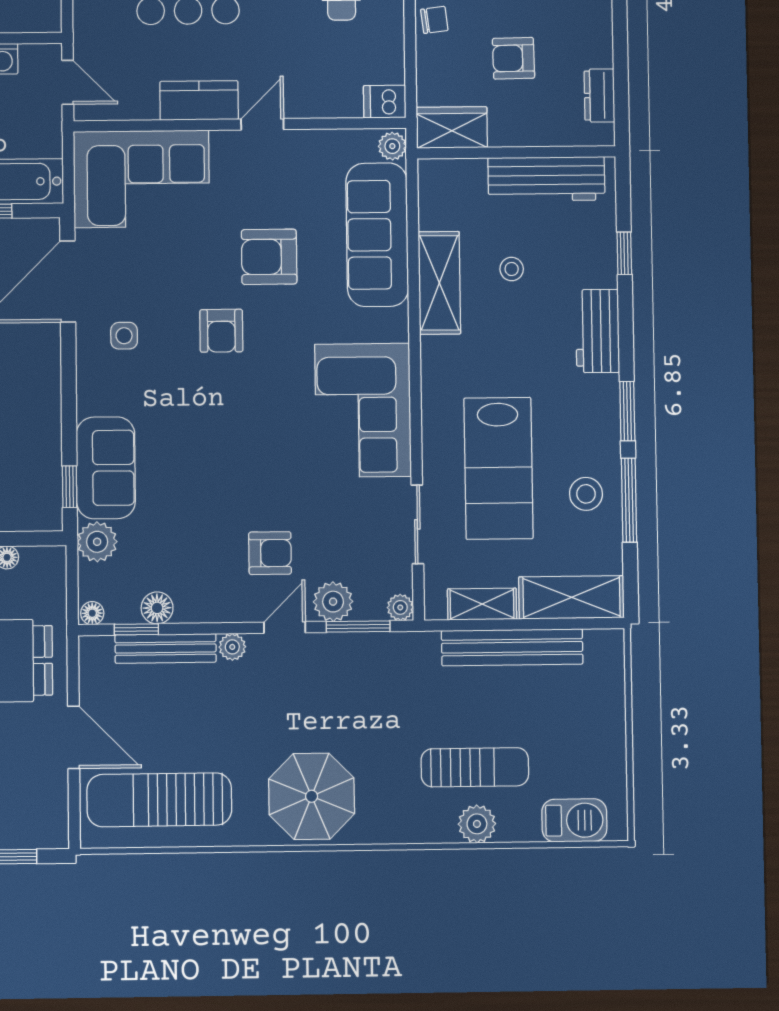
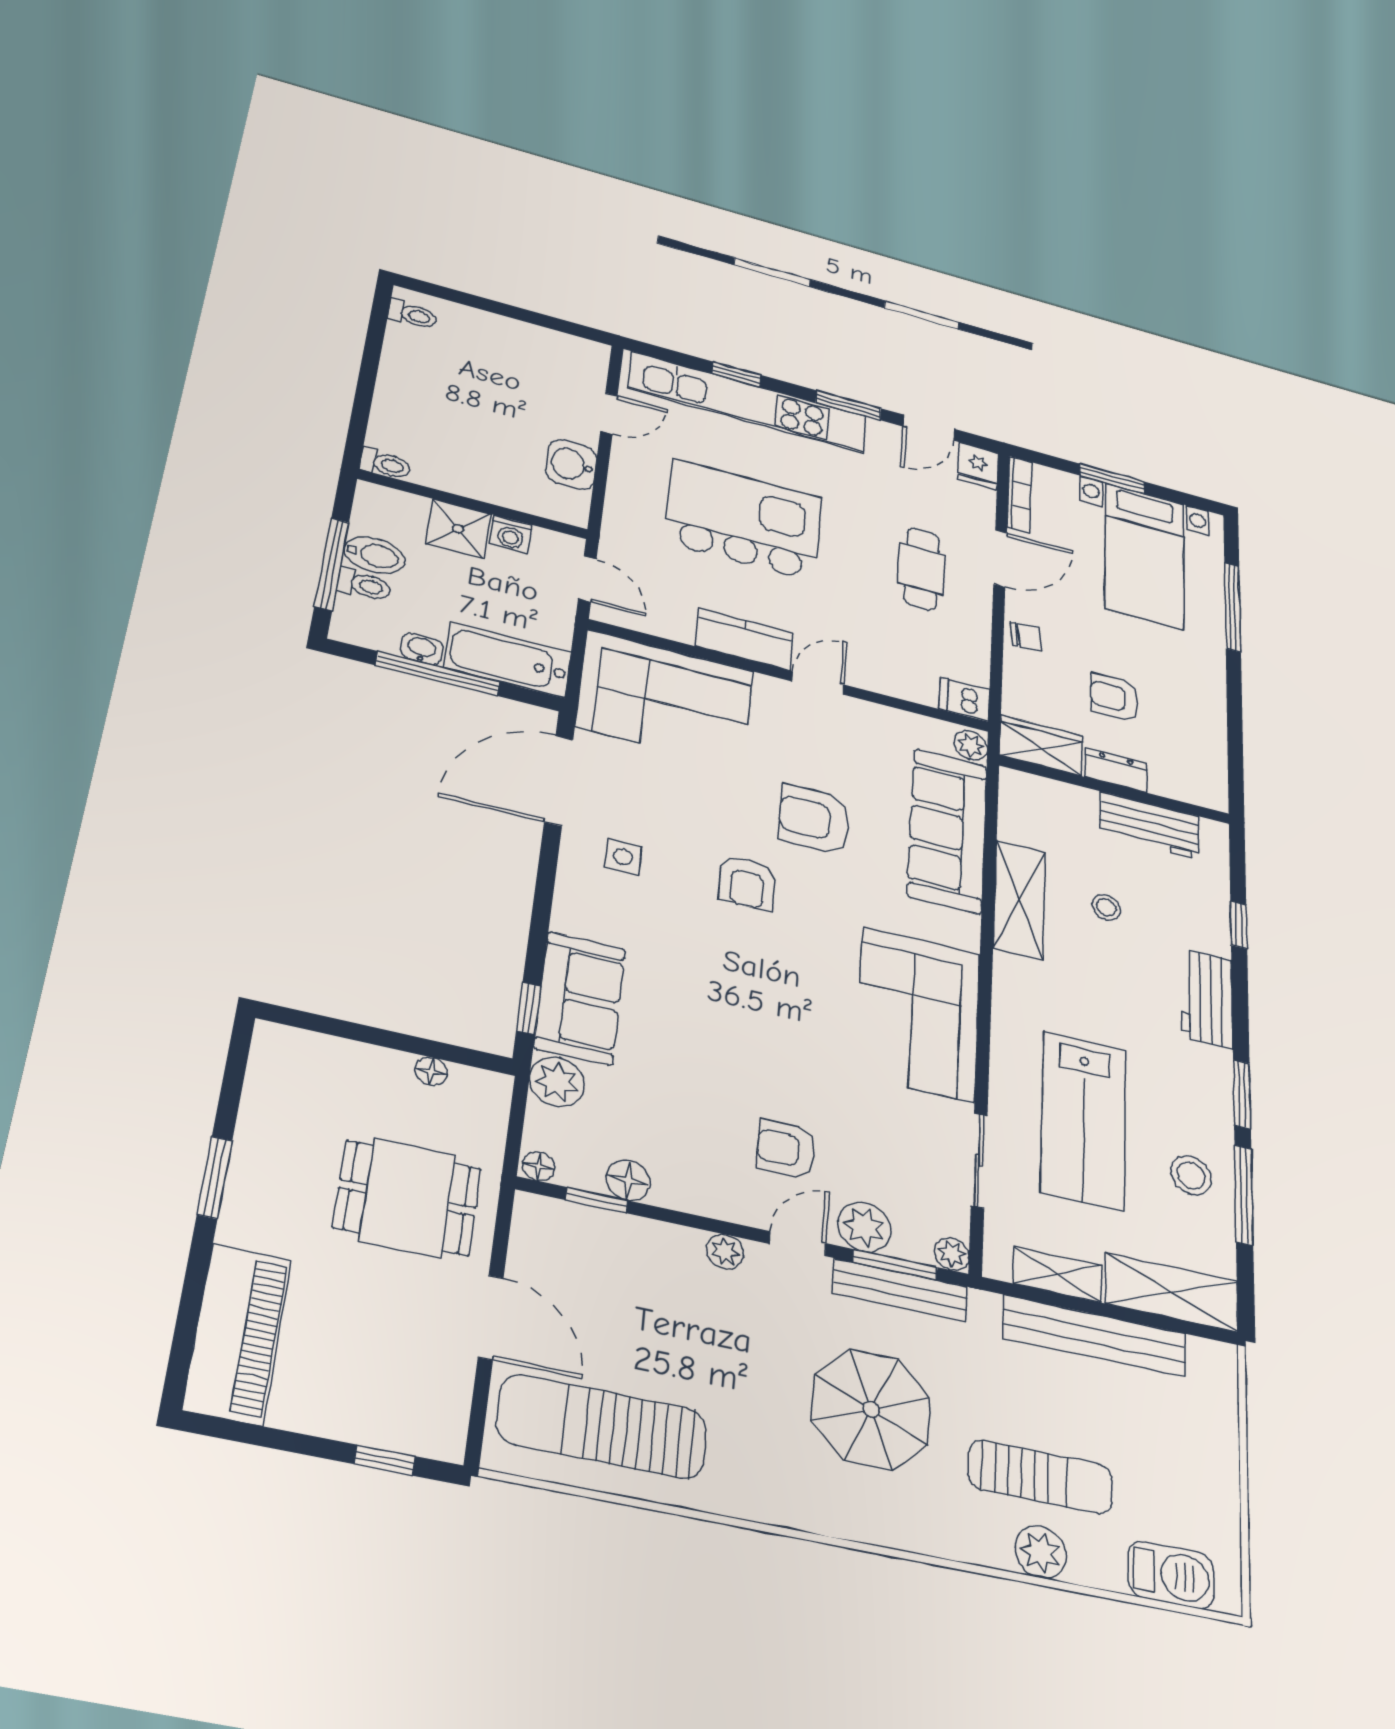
dresser: (599, 95) -> (1116, 770), moved, turned 90
workbench: (546, 179) -> (1149, 826), width x0.73
armchair: (270, 553) -> (786, 1149), turned 180
bench: (166, 648) -> (900, 1290), moved
parasol: (312, 796) -> (871, 1409), moved

